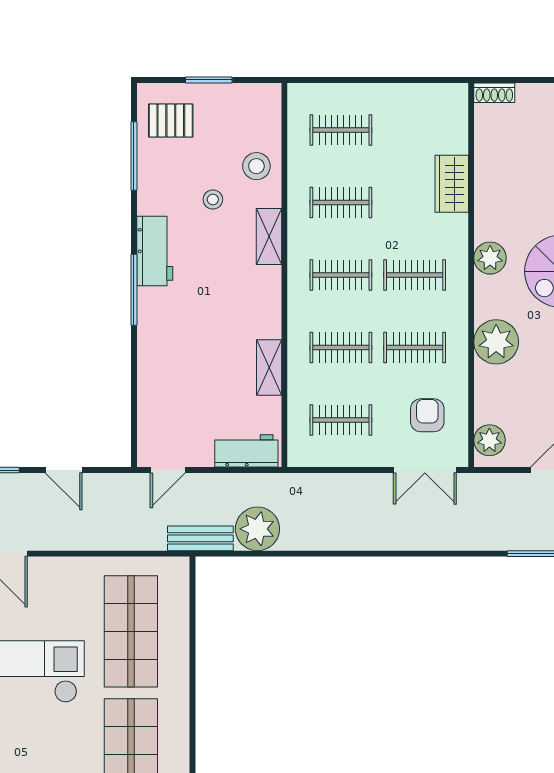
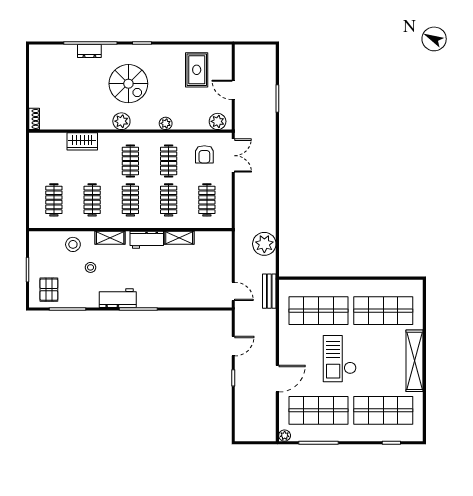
plant: (496, 342) -> (166, 123), width x0.53, depth x0.53
armchair: (427, 415) -> (204, 154), turned -90
workbench: (246, 451) -> (147, 240), moved, turned -90
bench: (200, 538) -> (269, 291), moved

